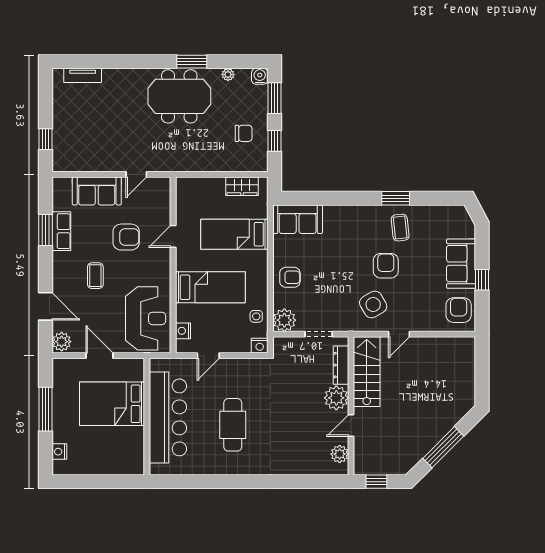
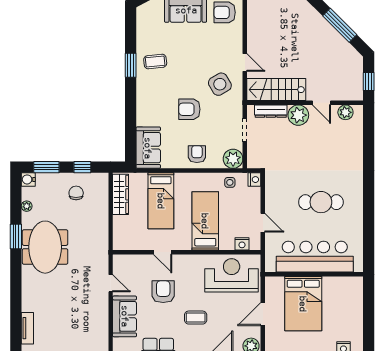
wardrobe: (242, 186) -> (121, 194), width x1.50
armchair: (386, 266) -> (189, 109), moved

